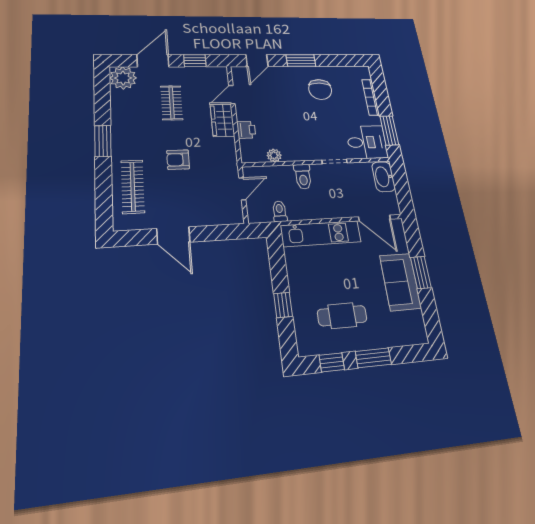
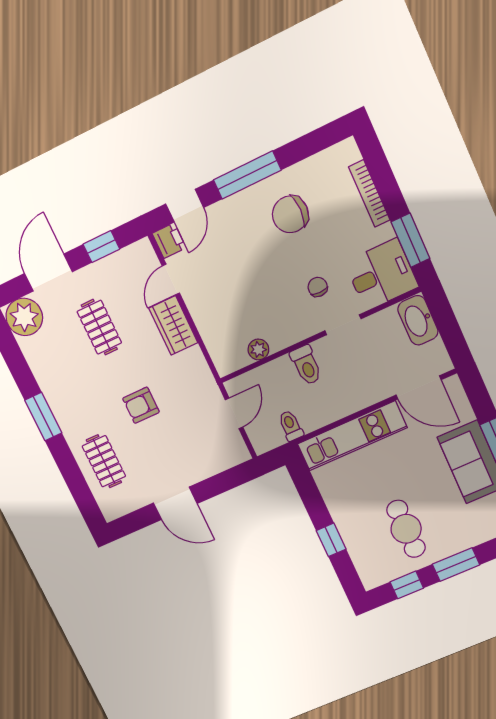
window: (301, 61) -> (247, 175), width x1.44
chair: (320, 90) -> (290, 214), turned 87
printer: (246, 130) -> (169, 241), moved
chair: (325, 134) -> (318, 287), added
clothes rail: (133, 186) -> (104, 461), width x0.73
cafe table: (342, 316) -> (406, 529), turned 90

